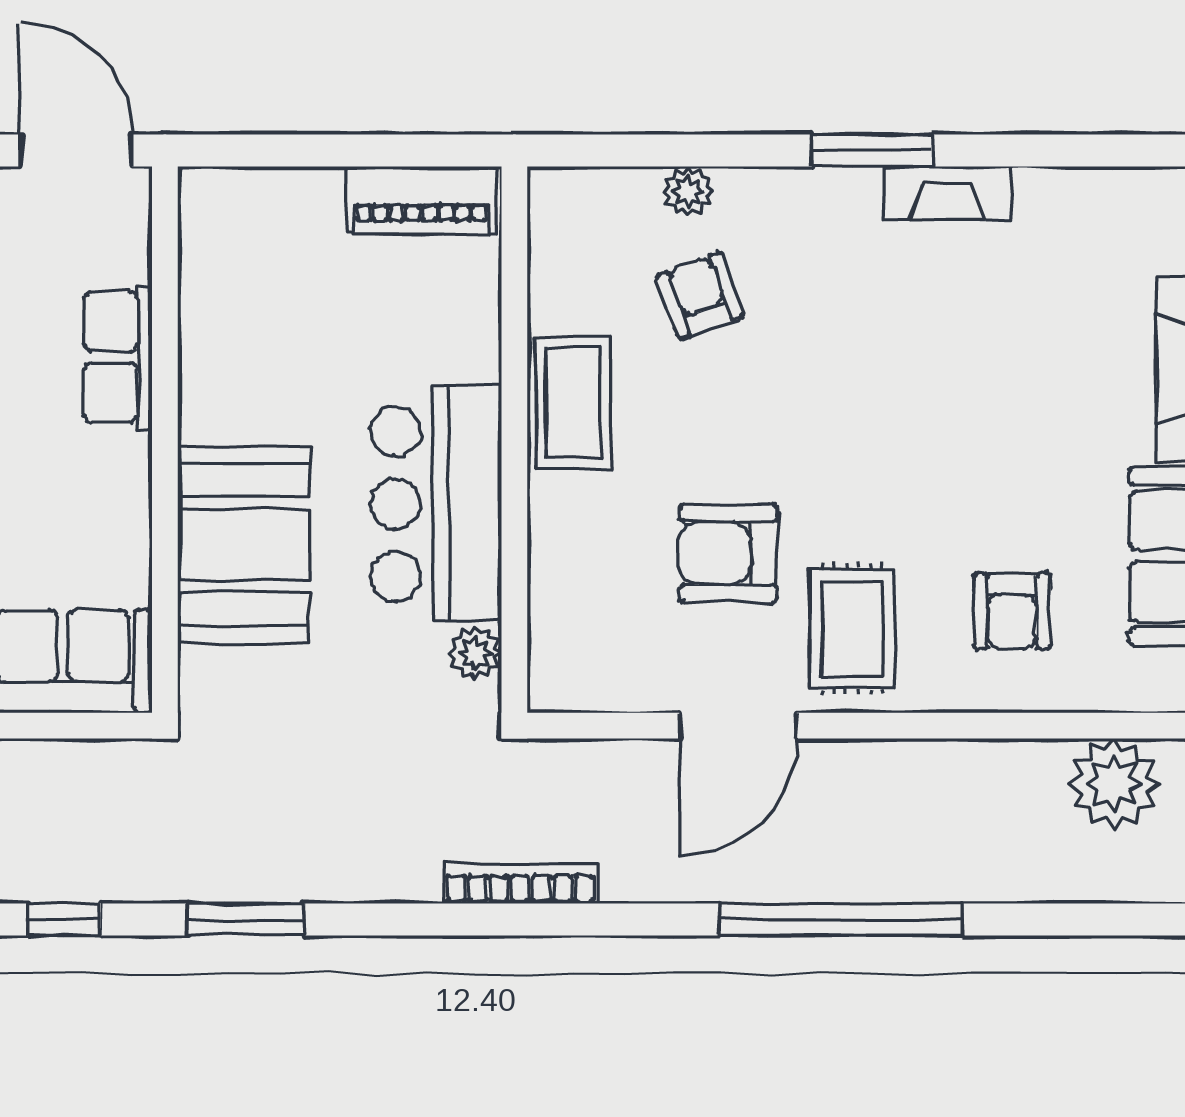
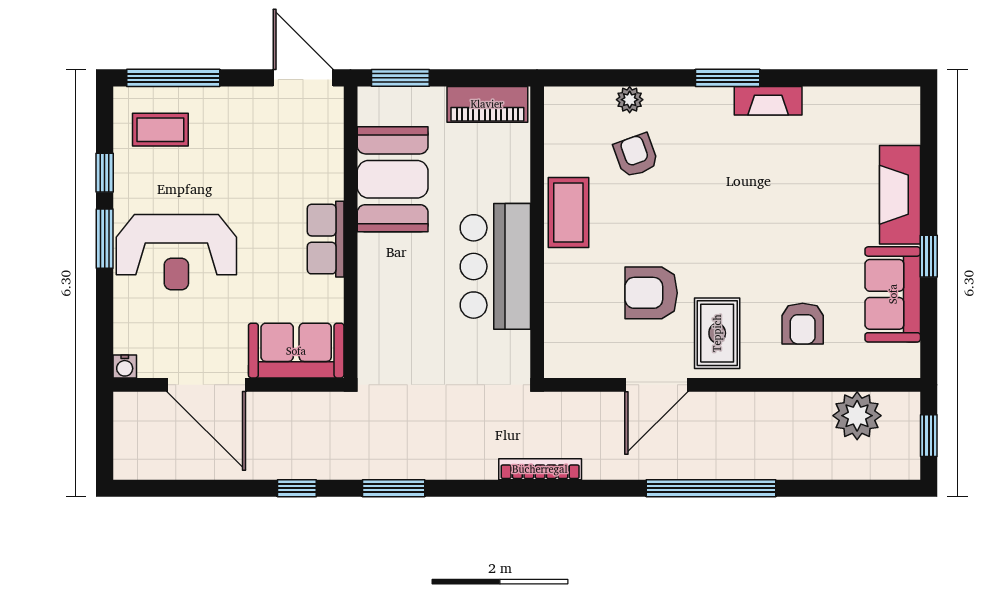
window: (258, 150) -> (400, 78), added
row of seats: (118, 357) -> (326, 239), moved
booth: (244, 544) -> (393, 179), moved
plant: (475, 653) -> (516, 346), removed

